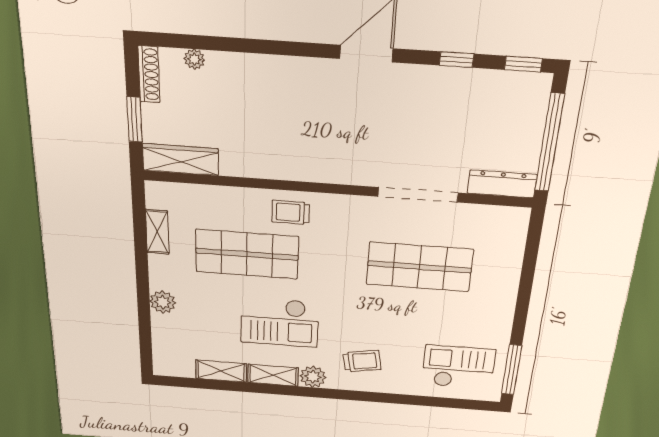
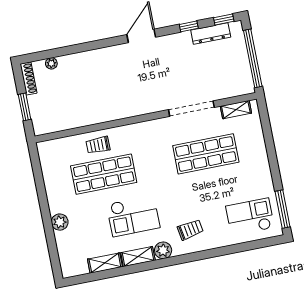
wardrobe: (181, 160) -> (54, 124), removed
dresser: (502, 184) -> (211, 34), moved, turned 180
trolley: (291, 212) -> (98, 145), moved
shelving: (157, 232) -> (236, 110), moved, turned 90

